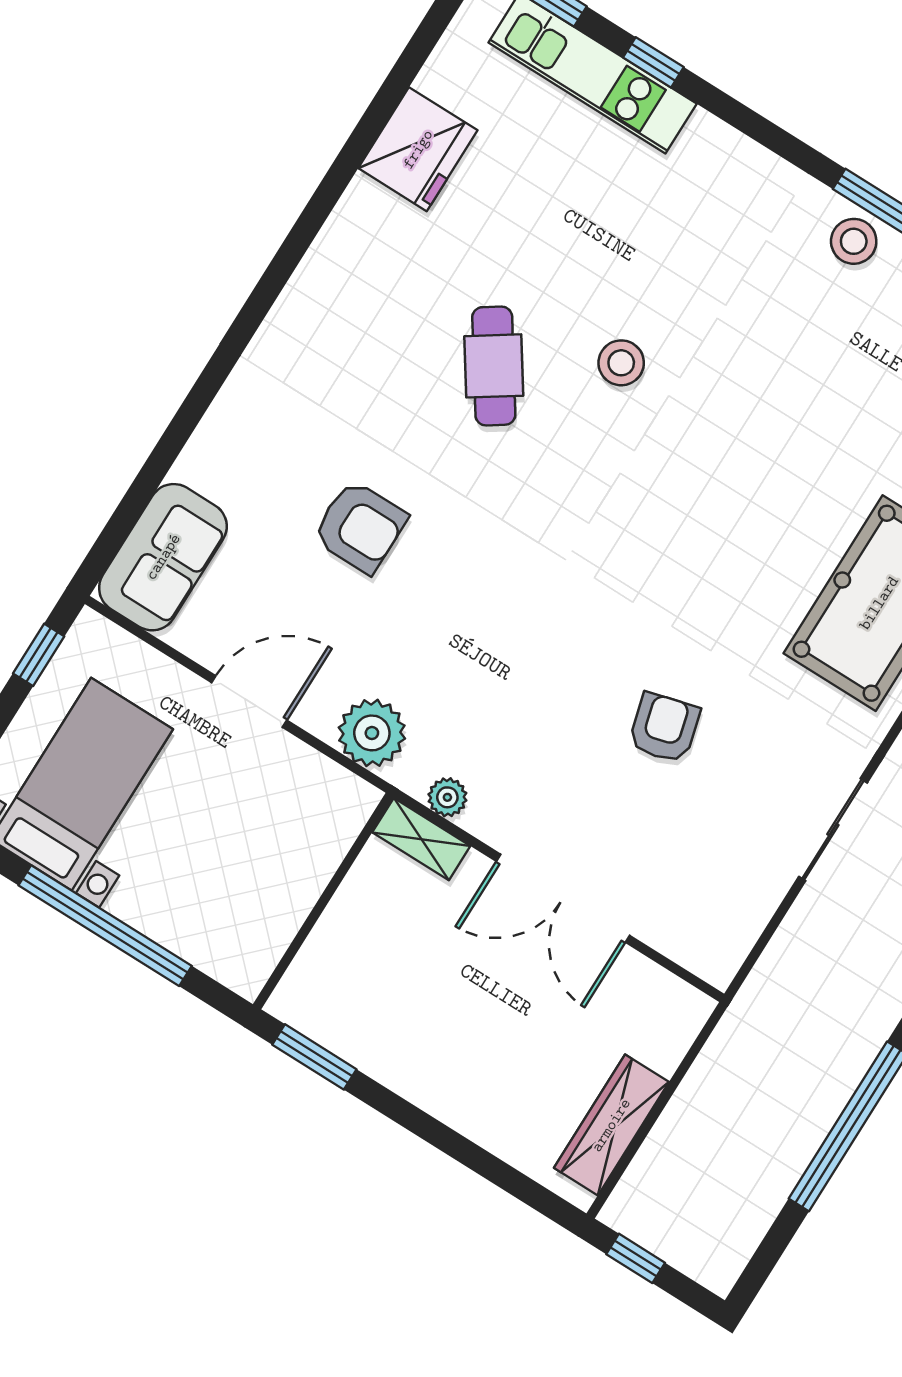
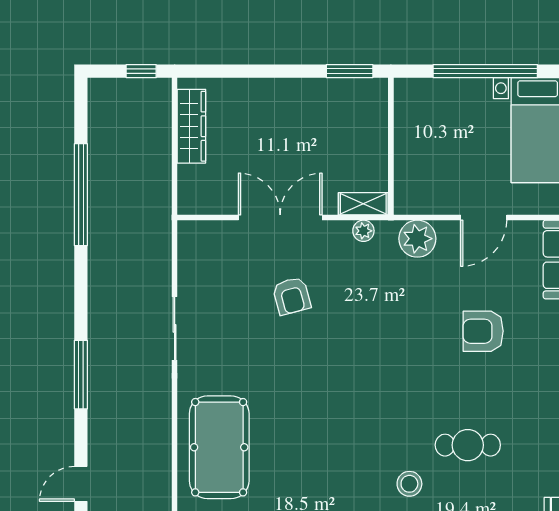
cafe table: (494, 366) -> (468, 445), turned -56
armchair: (664, 728) -> (292, 296), moved

